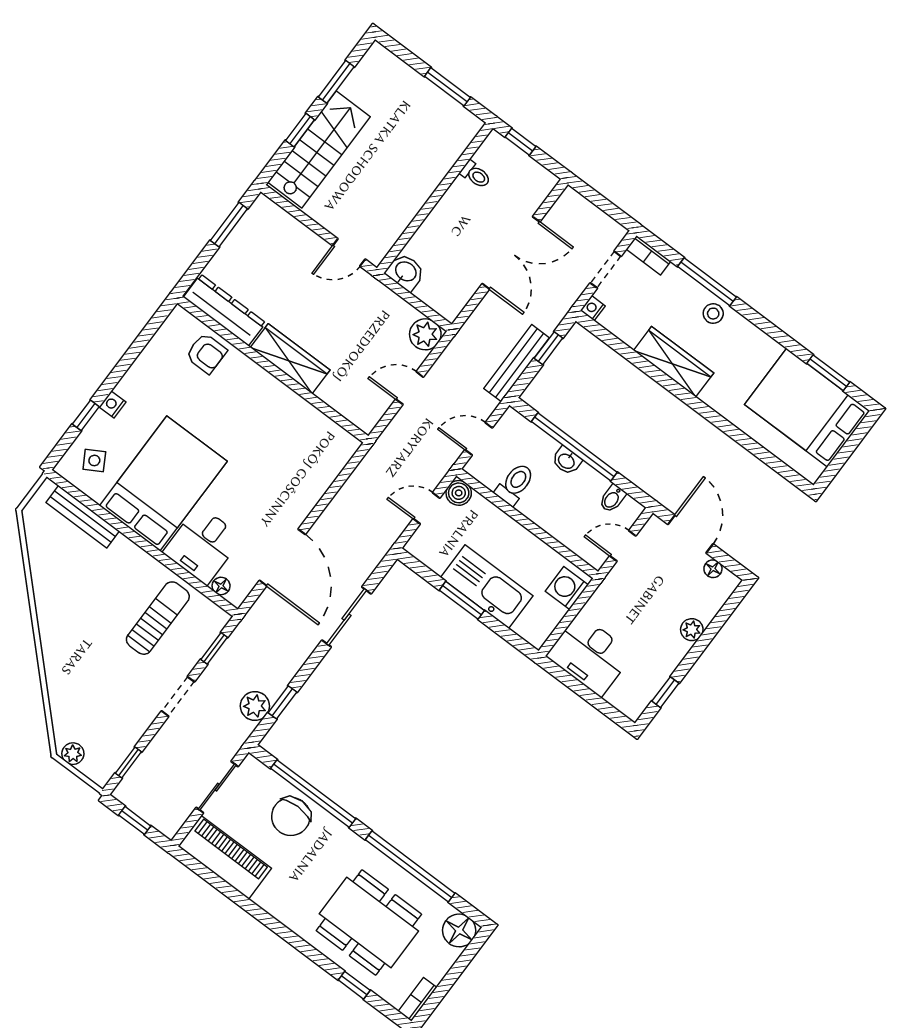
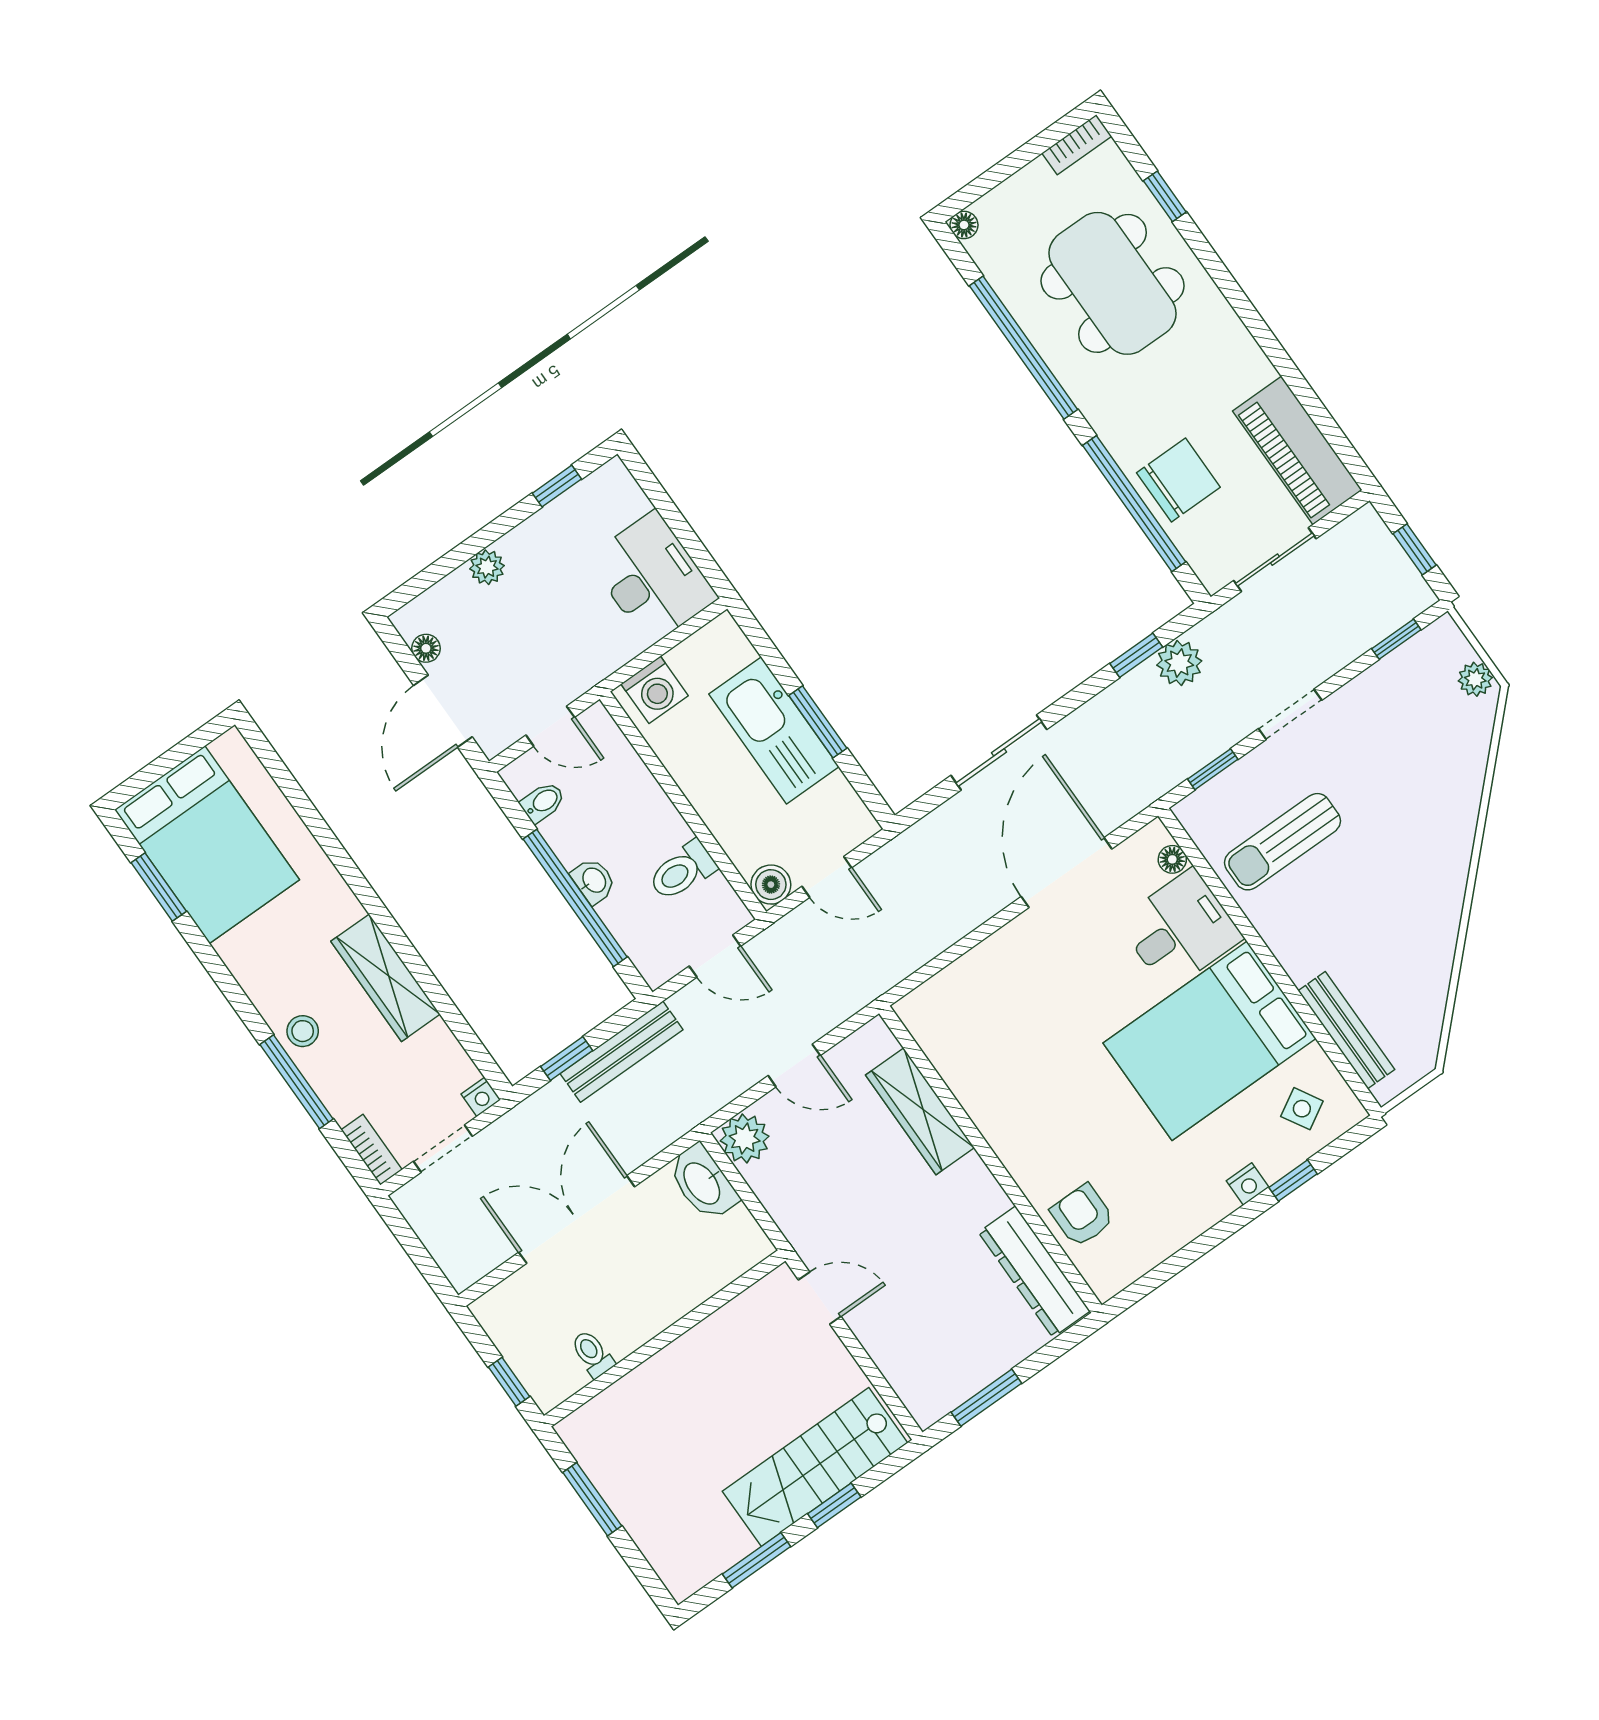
washbasin: (405, 272) -> (703, 1183), moved, width x1.38
wardrobe: (290, 359) -> (920, 1111), moved
floor lamp: (459, 930) -> (964, 225), width x0.53, depth x0.53

